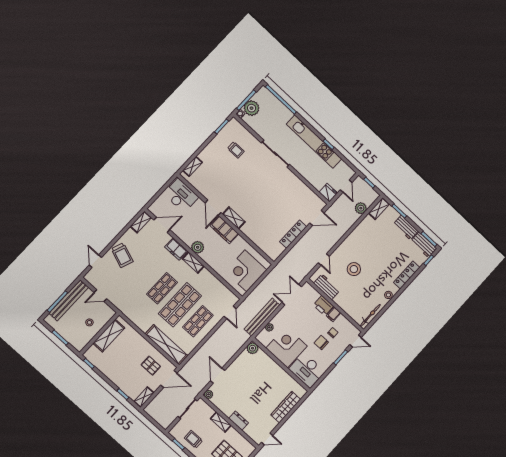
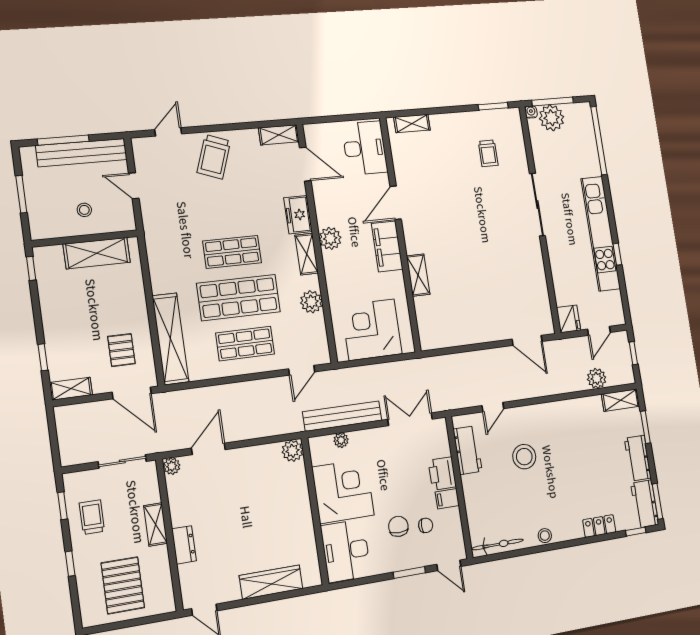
shelving: (234, 218) -> (418, 275), moved
locker: (293, 234) -> (478, 335), removed
locker: (407, 275) -> (599, 526), width x0.66
plant: (211, 281) -> (311, 302), added

